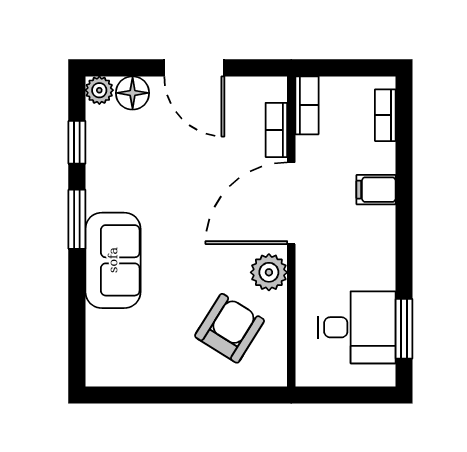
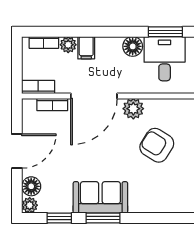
plant: (381, 158) -> (68, 45), added
door: (291, 203) -> (94, 96), hinge flipped
sofa: (113, 260) -> (100, 197), moved
floor lamp: (378, 271) -> (133, 46), added
armchair: (230, 328) -> (157, 145), moved

